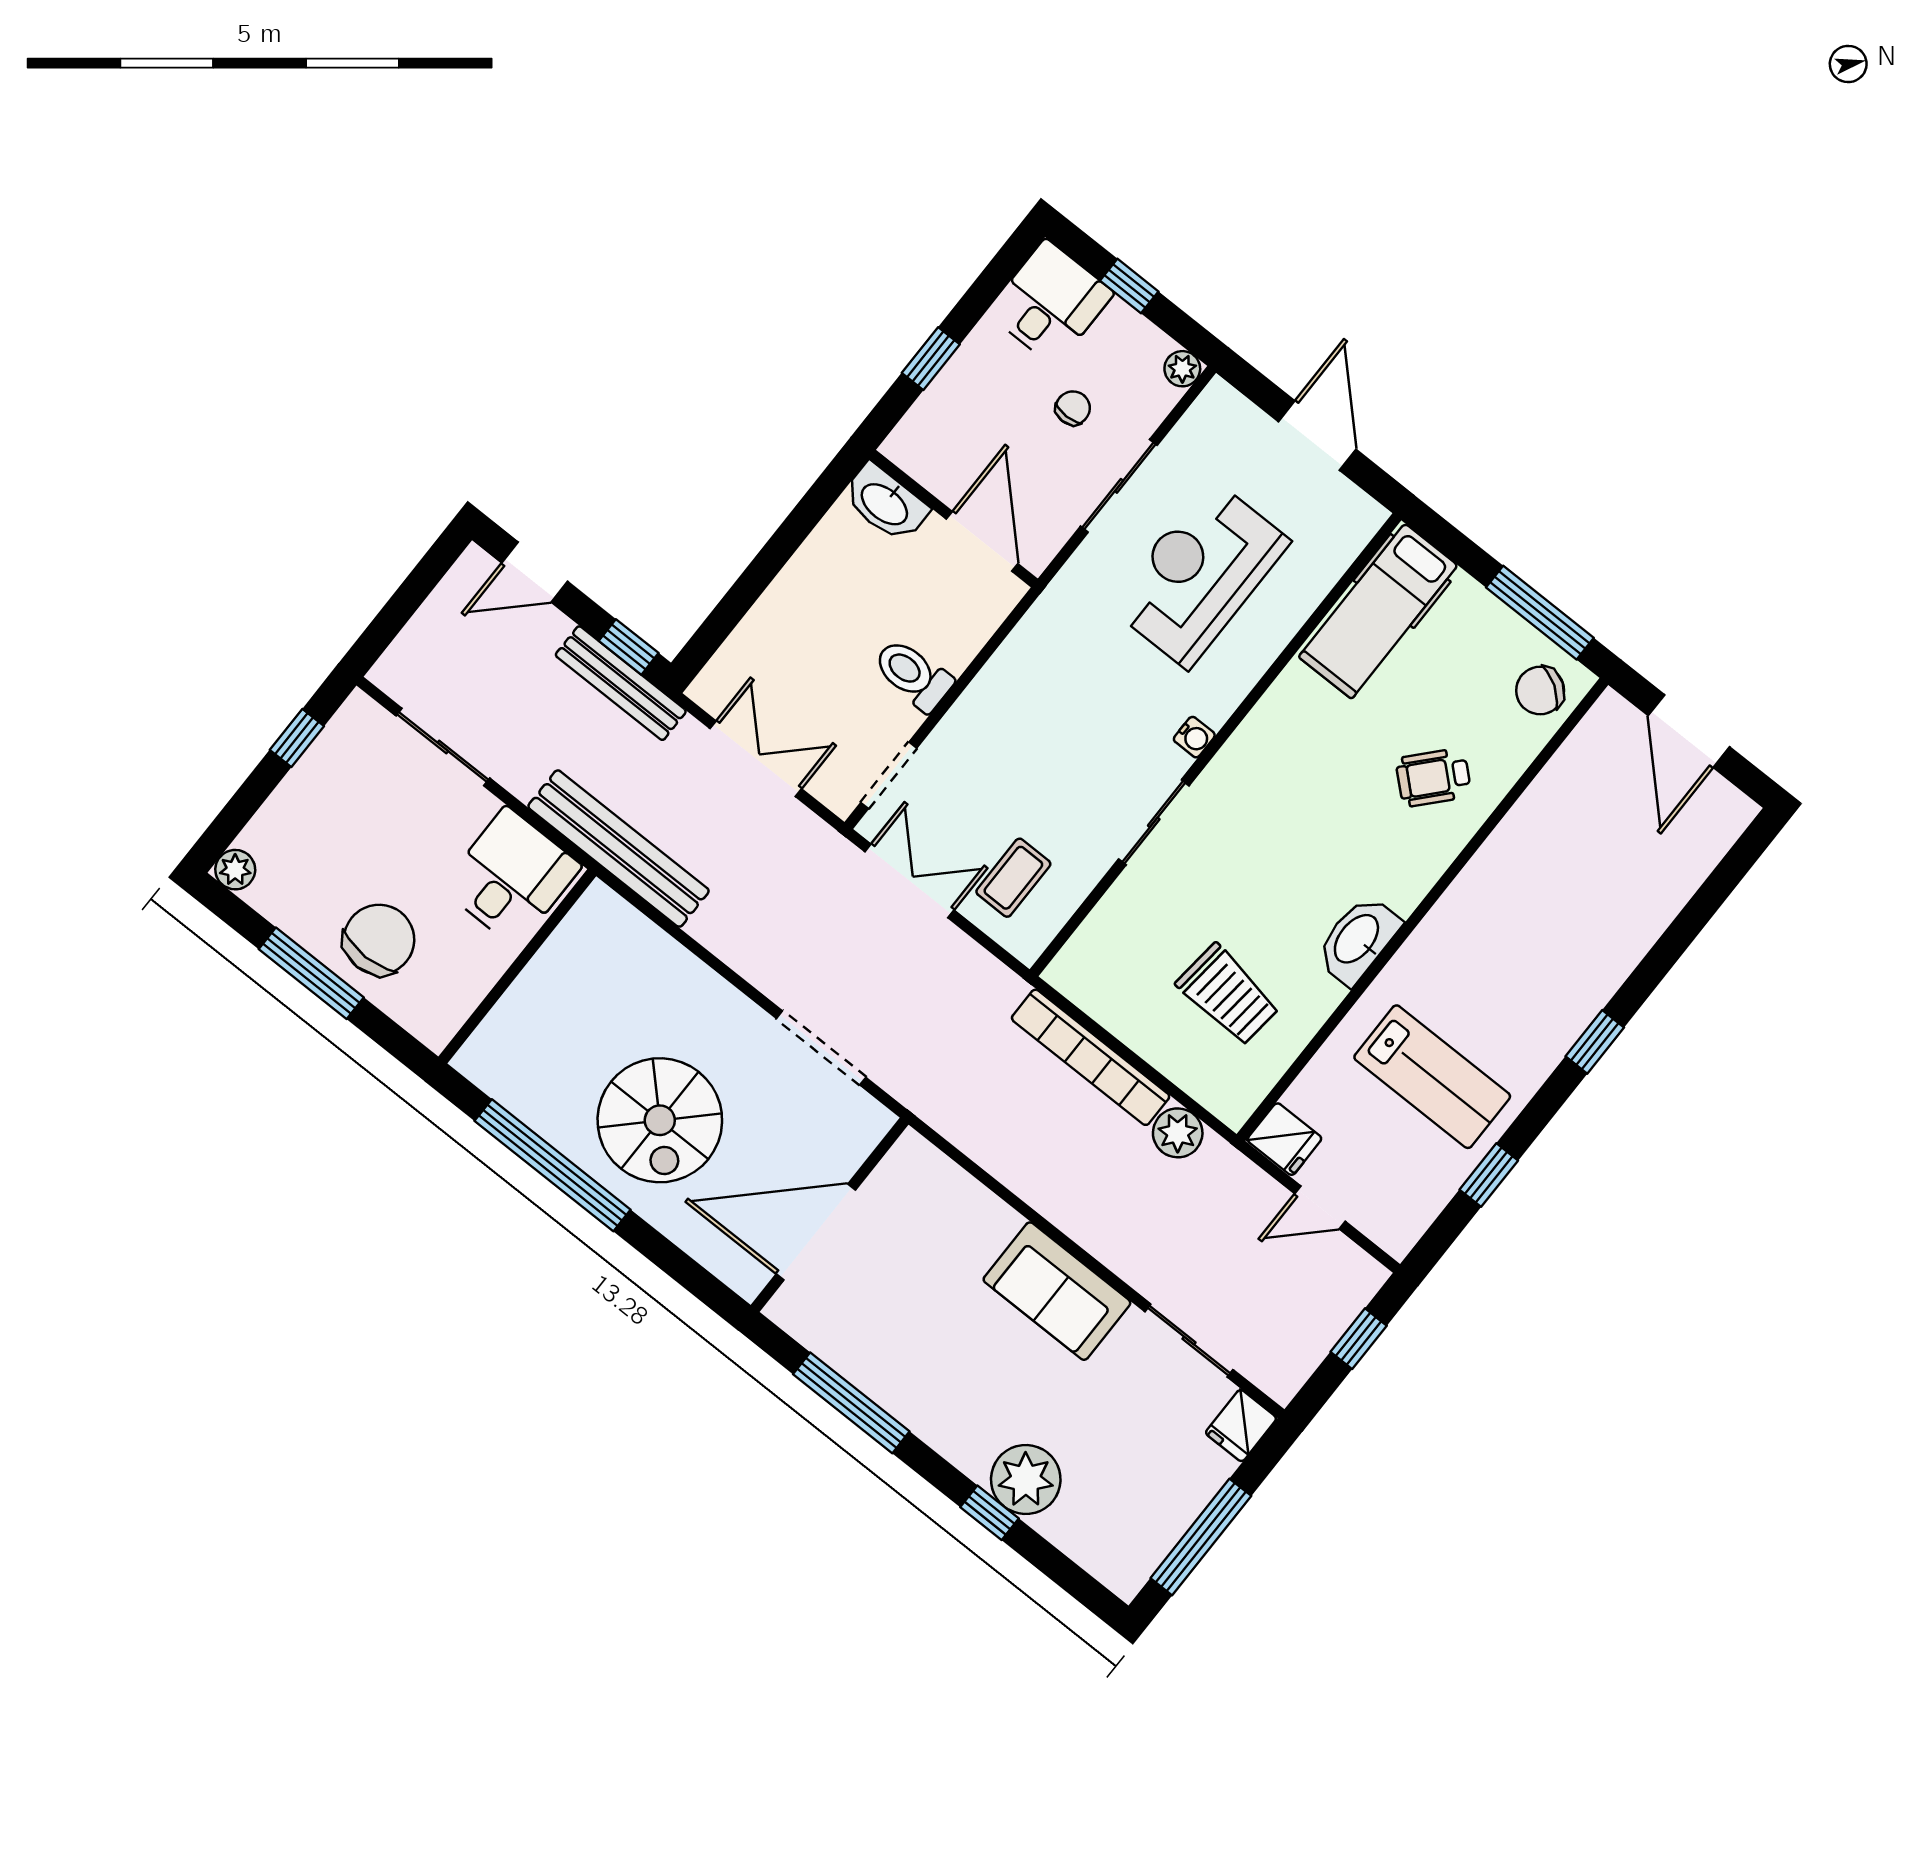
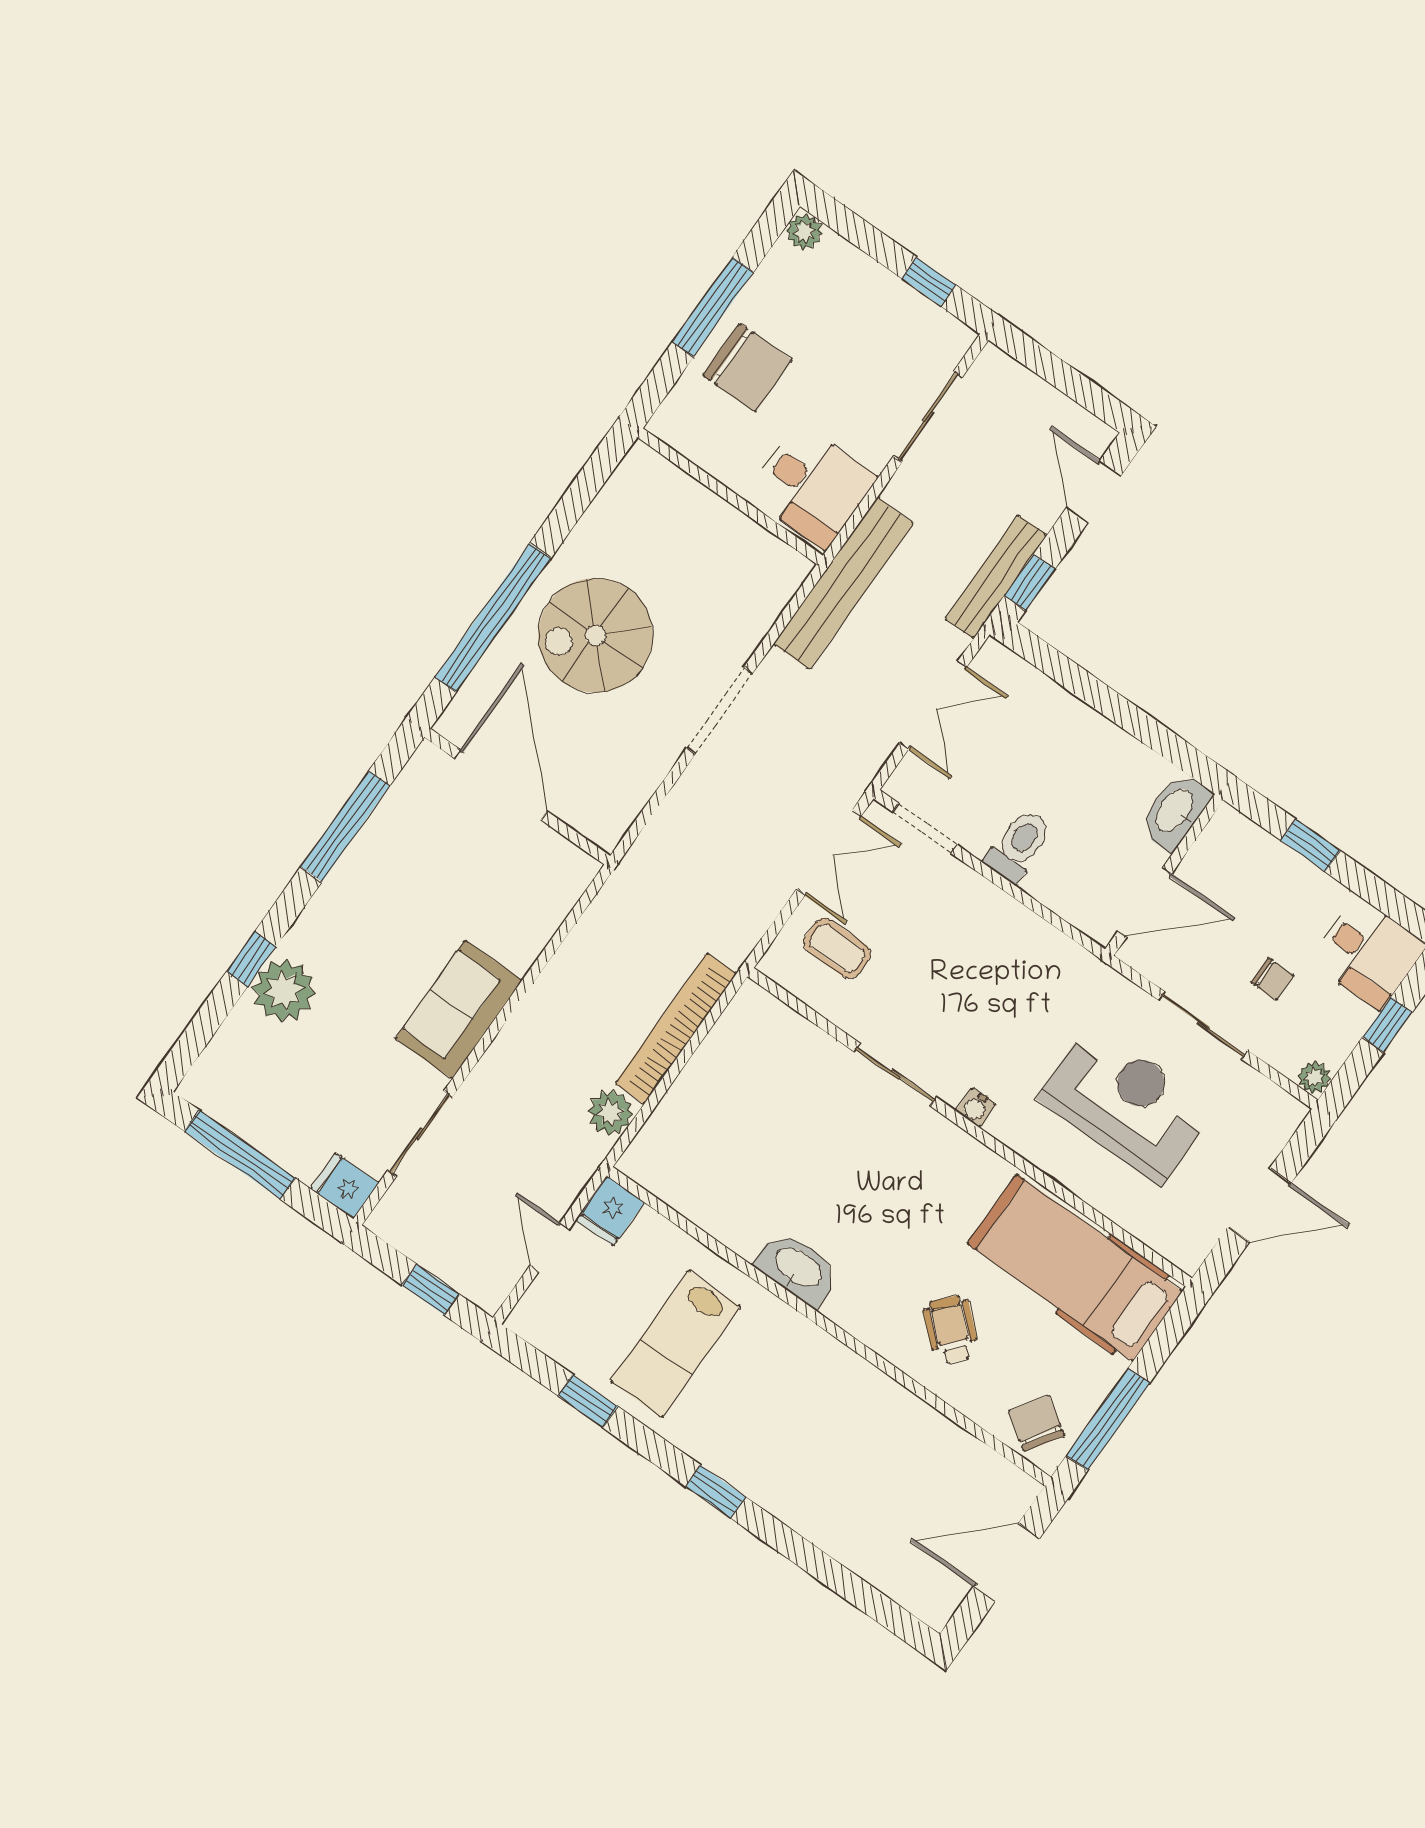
hospital bed: (1378, 611) -> (1075, 1268), width x1.37, depth x1.29
trolley: (1228, 995) -> (740, 1152), removed
doorway: (821, 1048) -> (720, 711), moved
window: (553, 1165) -> (493, 618), moved

